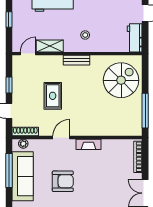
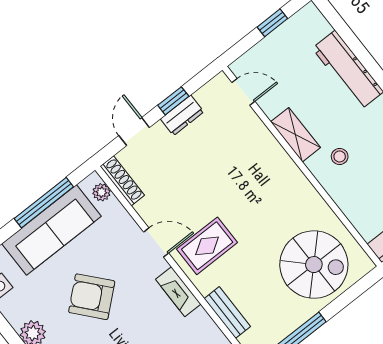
shelving: (50, 46) -> (295, 135), moved
bench: (76, 60) -> (227, 313), moved
dresser: (18, 86) -> (182, 115), added
rug: (53, 96) -> (207, 246), moved
armchair: (63, 181) -> (92, 297), turned 139

